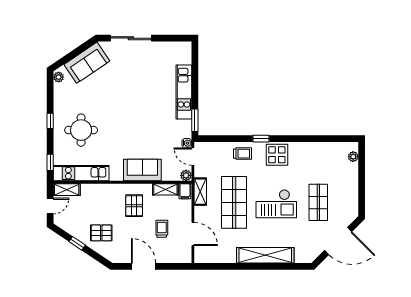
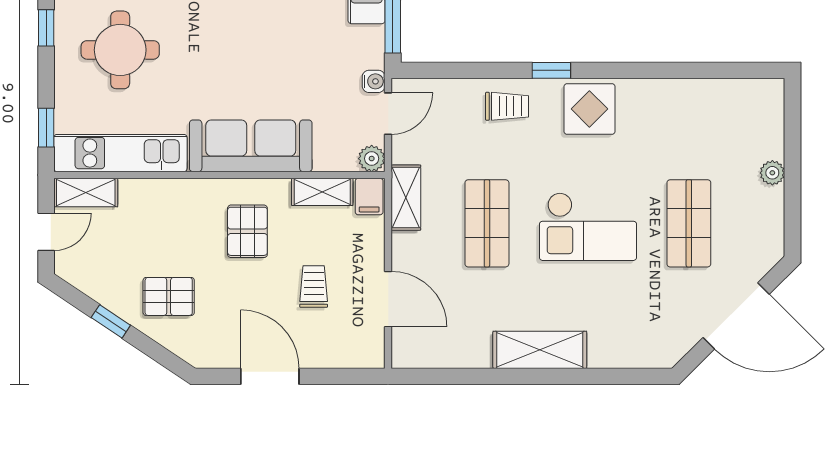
door: (193, 157) -> (388, 114), swing flipped
plant: (353, 157) -> (772, 173), moved
sofa: (142, 170) -> (251, 146), width x1.36
shop shelf: (234, 202) -> (487, 223), width x0.70, depth x0.74
shelving: (265, 255) -> (540, 350), width x0.68

